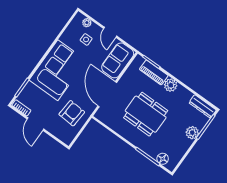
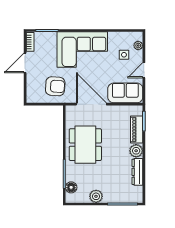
door: (107, 94) -> (91, 104), hinge flipped
dresser: (203, 106) -> (137, 172), moved
dining table: (146, 114) -> (85, 145), moved
plant: (192, 133) -> (96, 196), moved

